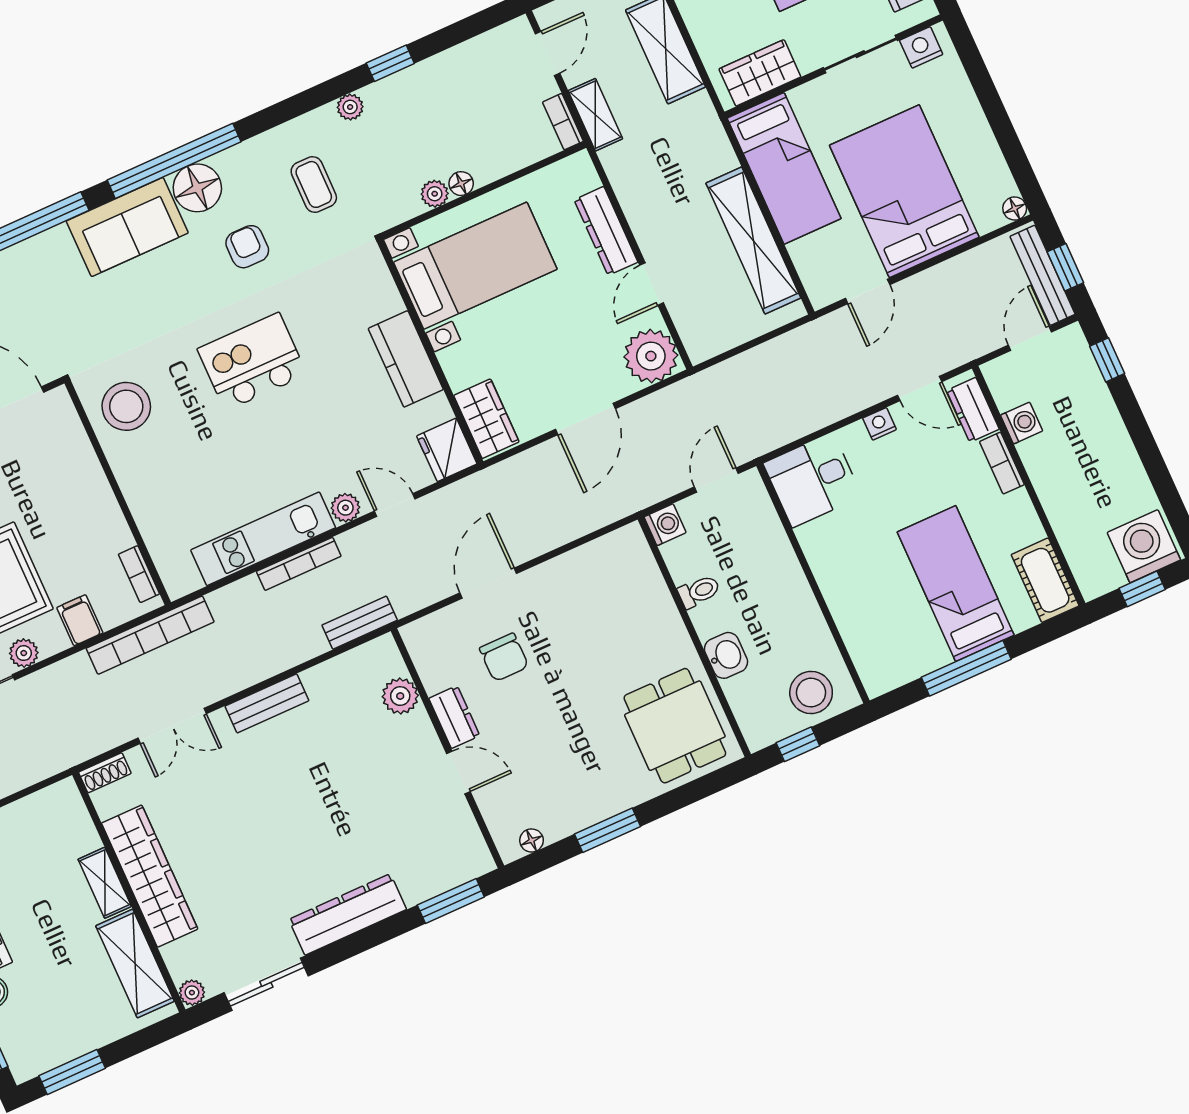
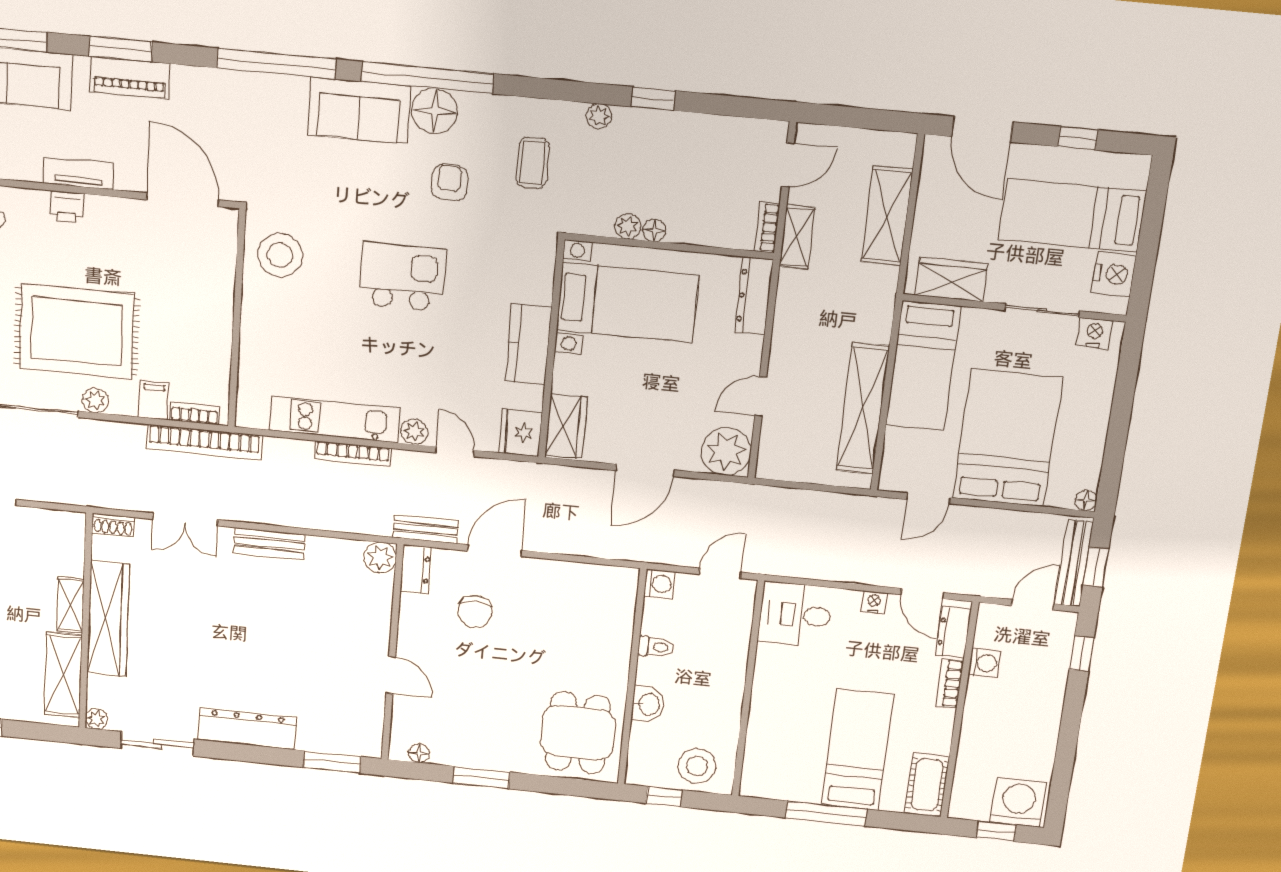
dresser: (606, 231) -> (754, 296), moved
bookcase: (139, 574) -> (194, 413), moved, turned 90
bench: (360, 623) -> (426, 529), moved
plant: (400, 696) -> (380, 557), moved
dresser: (454, 717) -> (416, 569), moved

